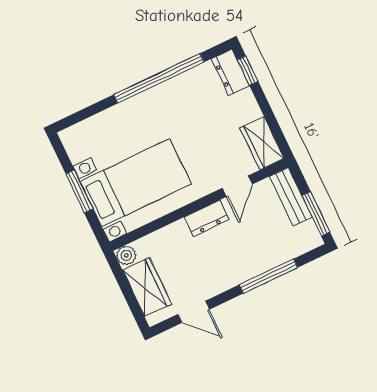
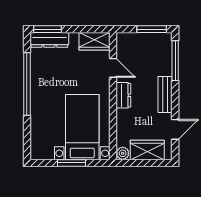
window: (248, 71) -> (47, 29), width x1.50
dresser: (230, 72) -> (49, 40), width x1.44
bench: (291, 197) -> (165, 94), moved, turned 90
window: (268, 276) -> (175, 61), moved

